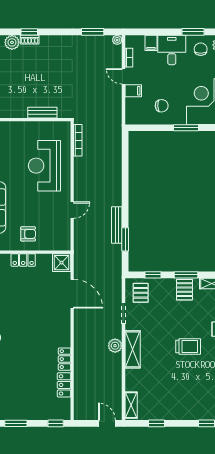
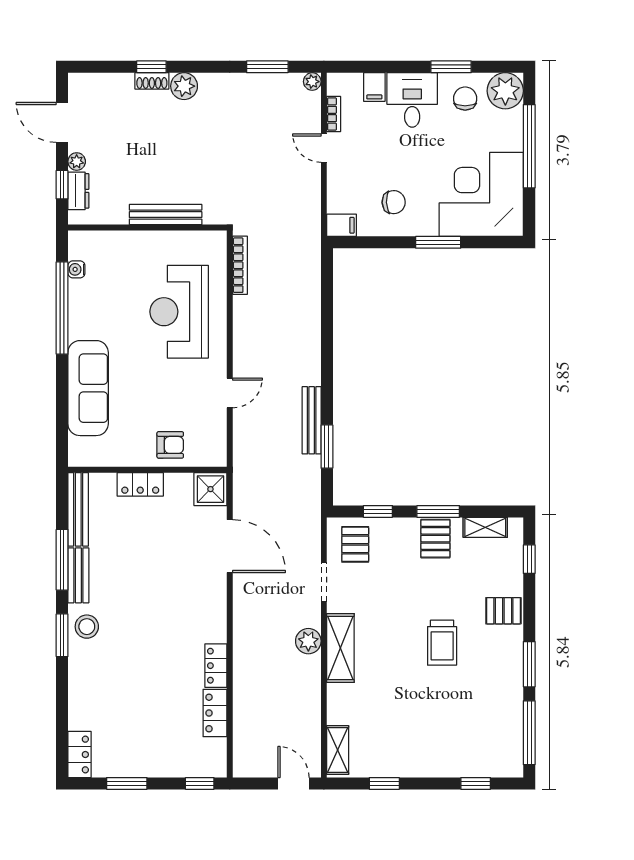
plant: (12, 42) -> (184, 86), moved
filing cabinet: (133, 91) -> (342, 225), moved
bench: (42, 113) -> (166, 215), width x1.36
armchair: (28, 234) -> (170, 445), moved
trolley: (188, 347) -> (442, 643), turned 90

